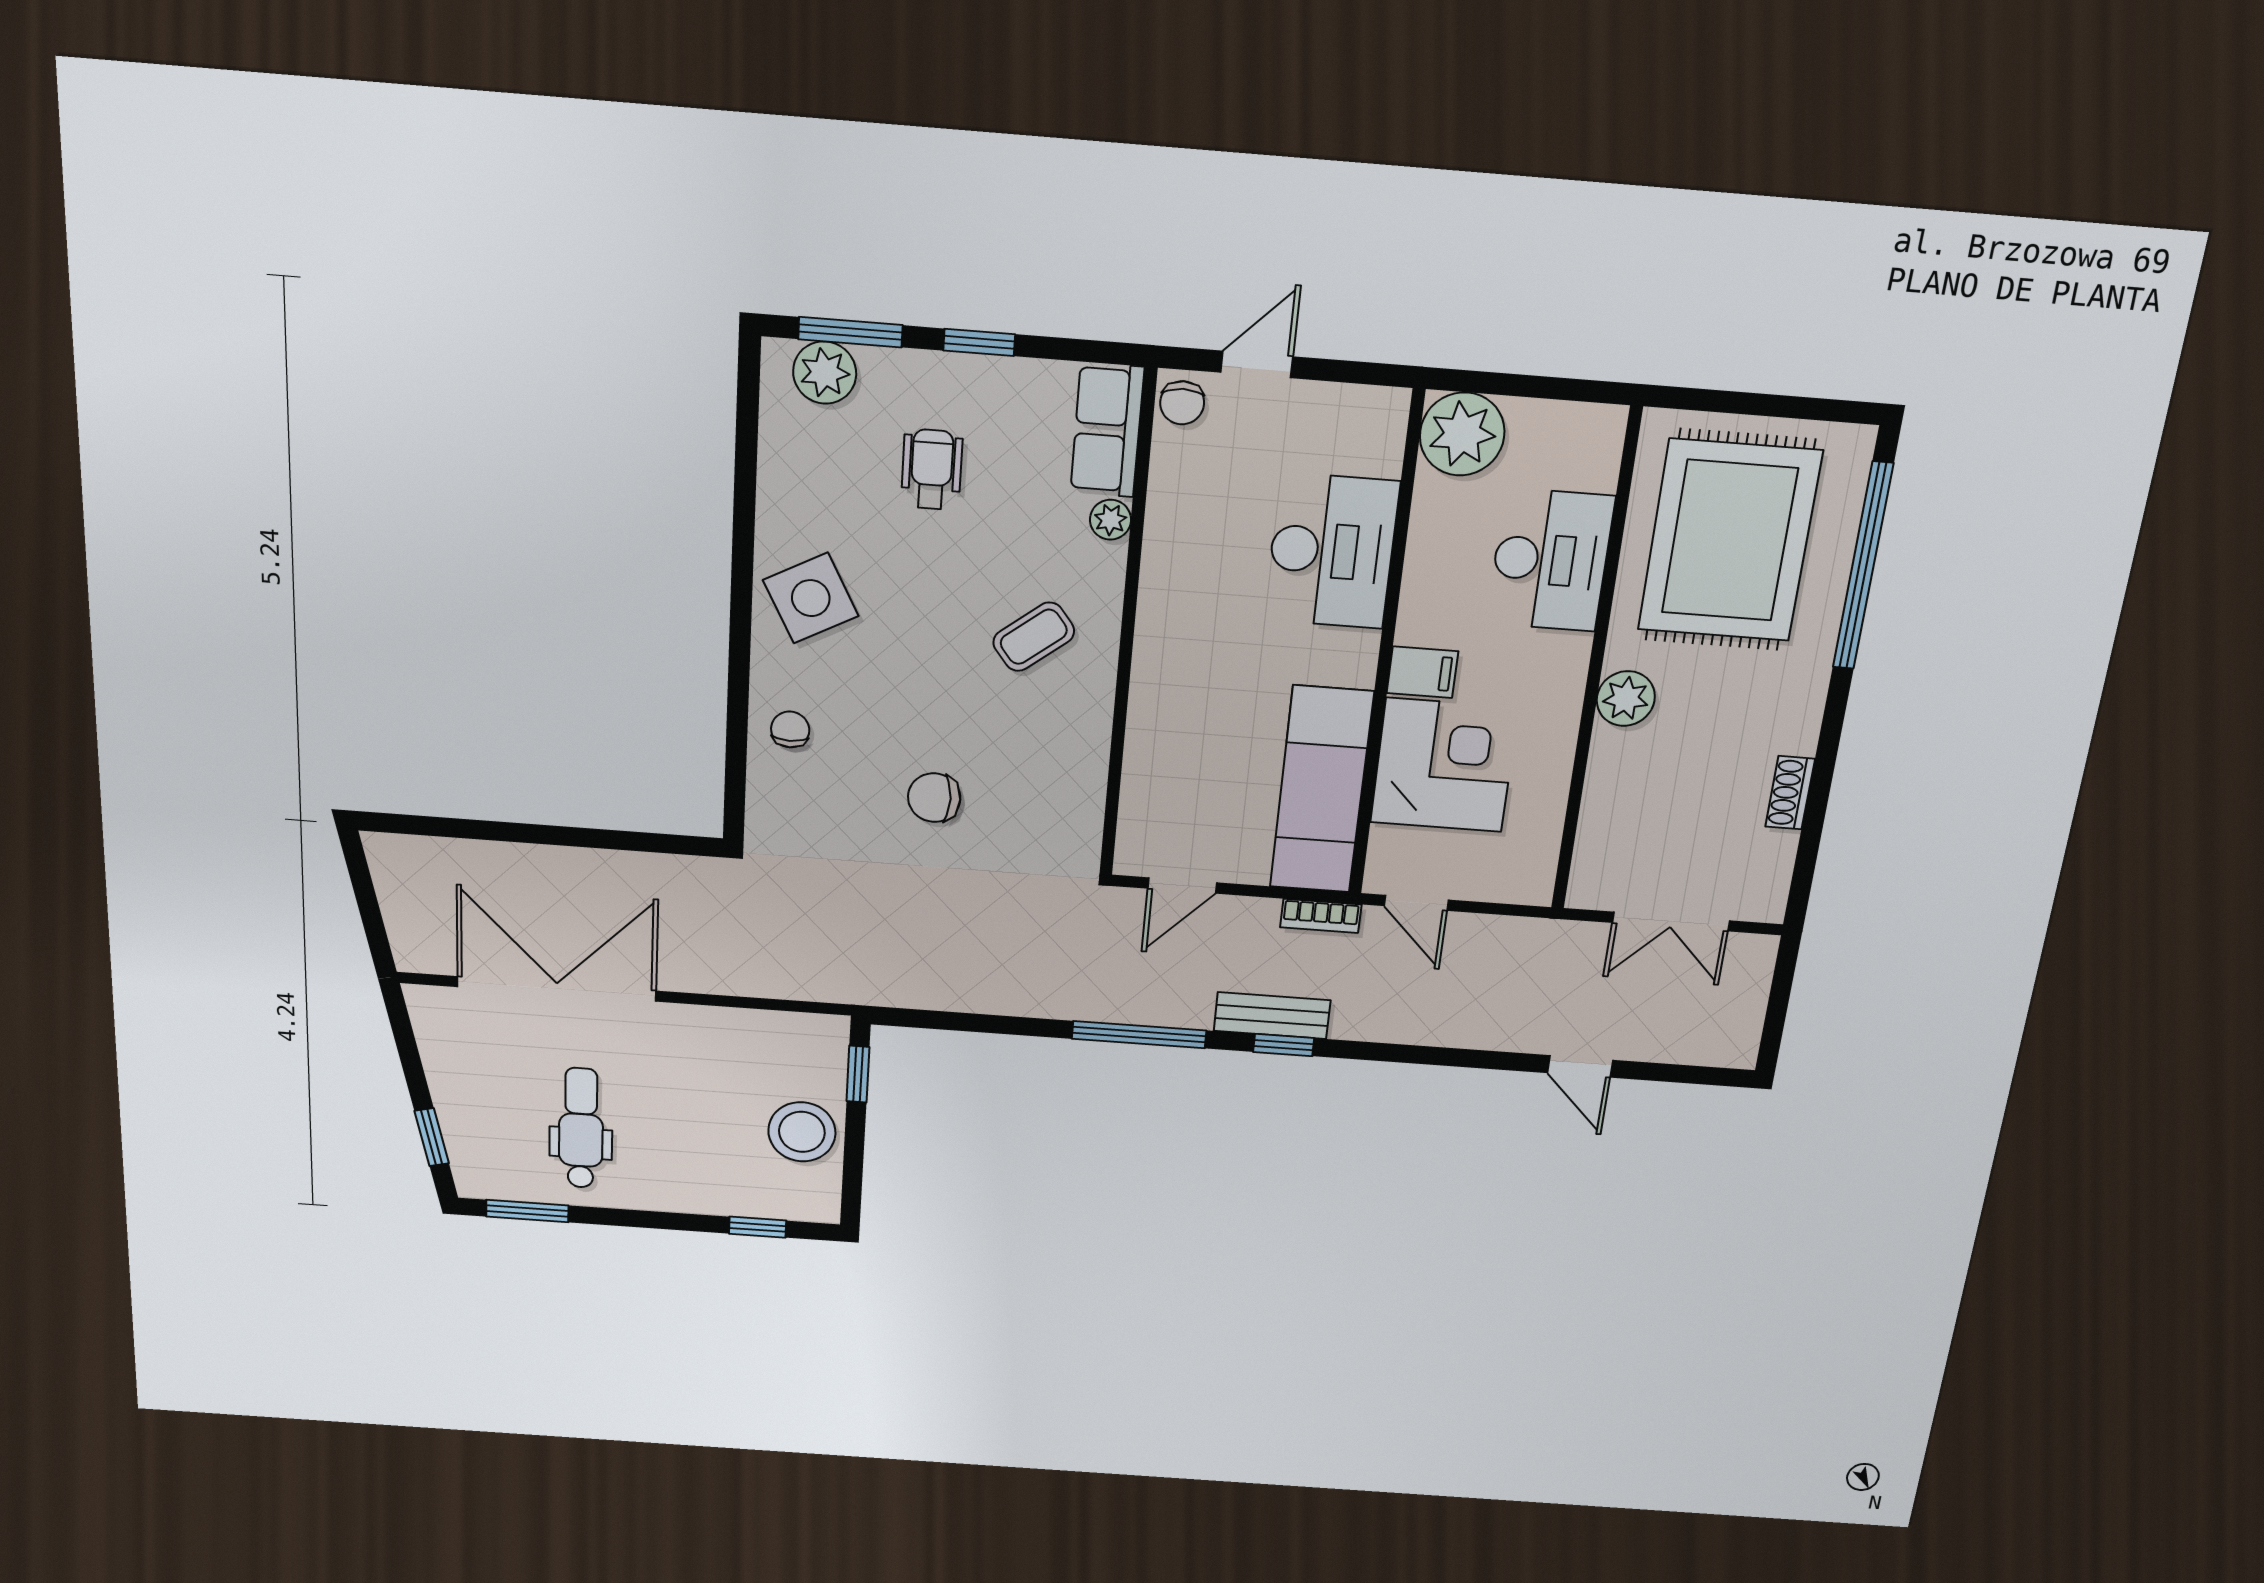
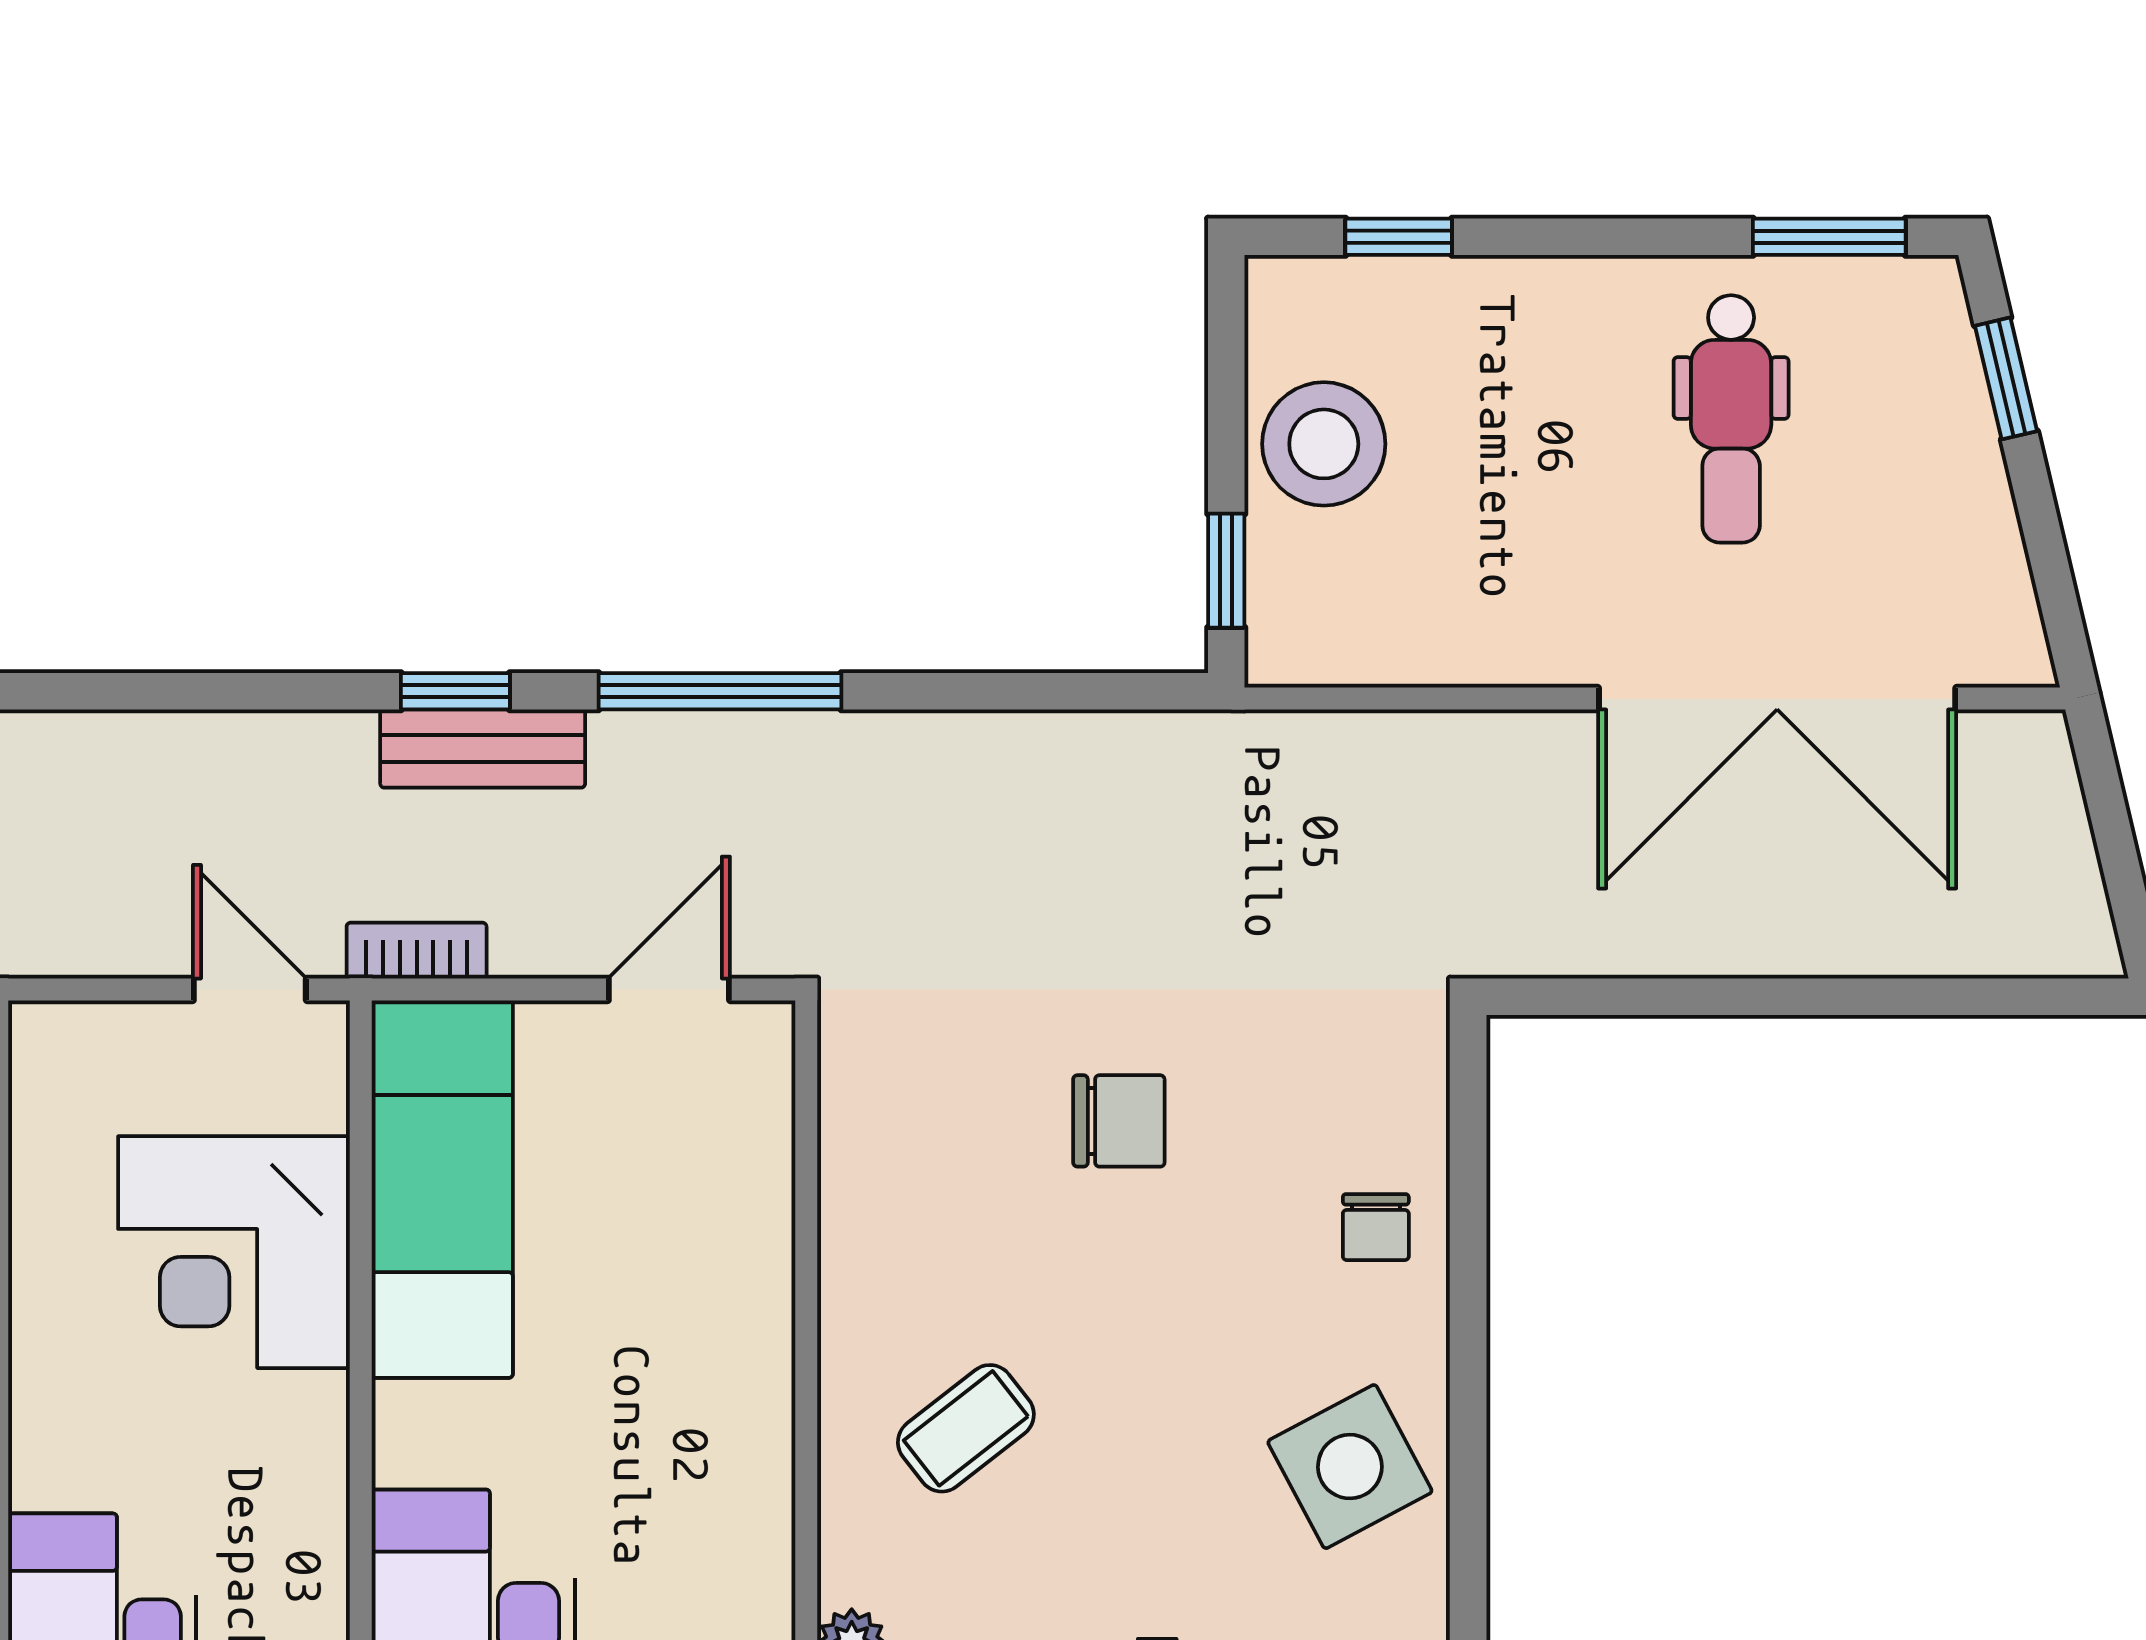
filing cabinet: (1422, 672) -> (293, 1418), removed

